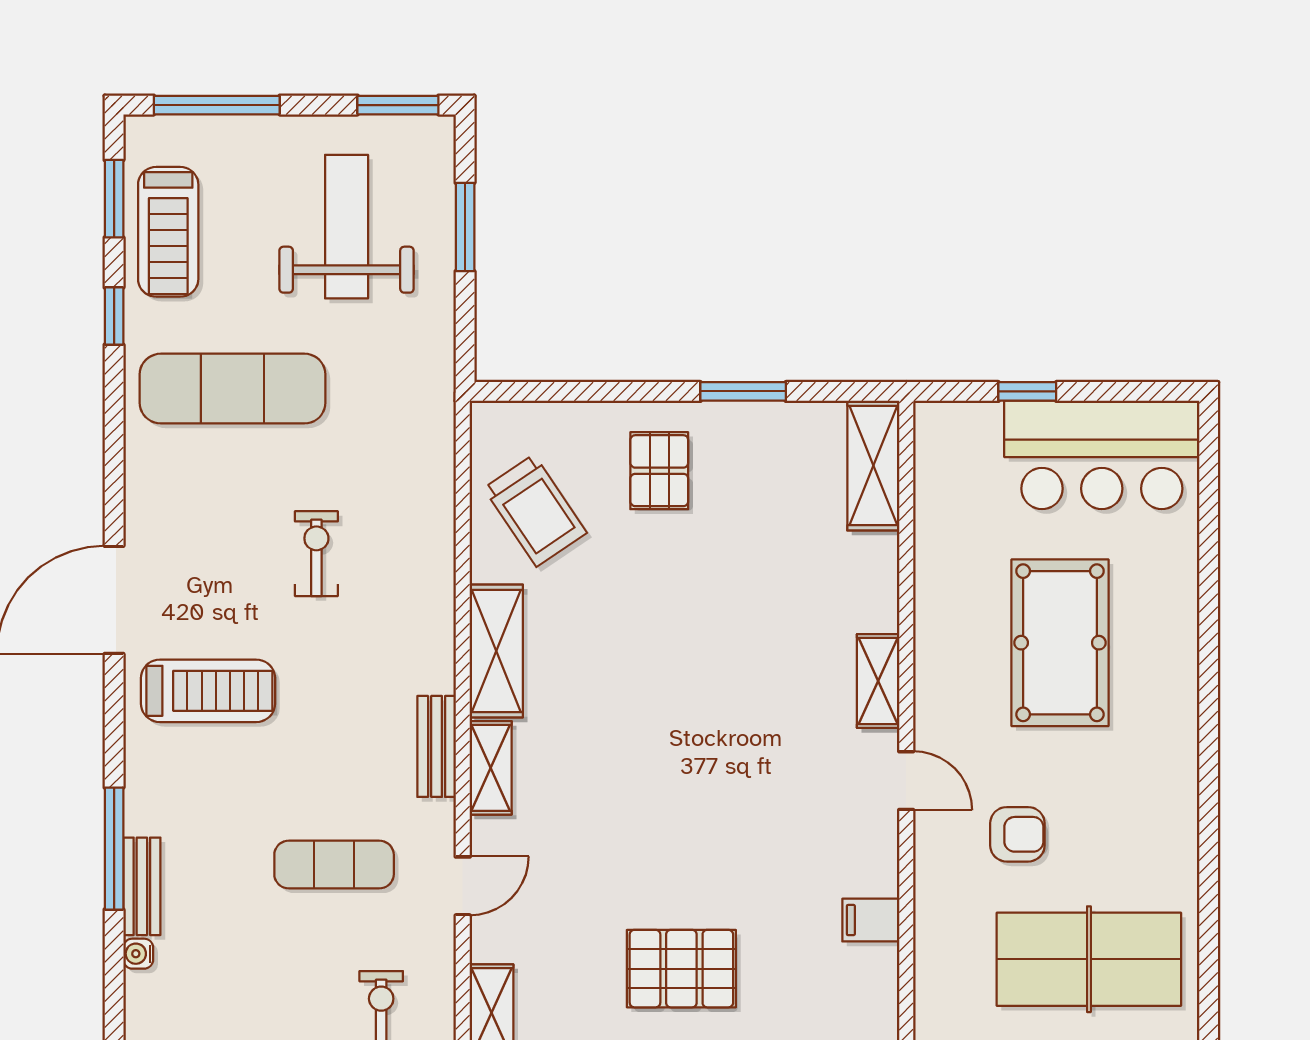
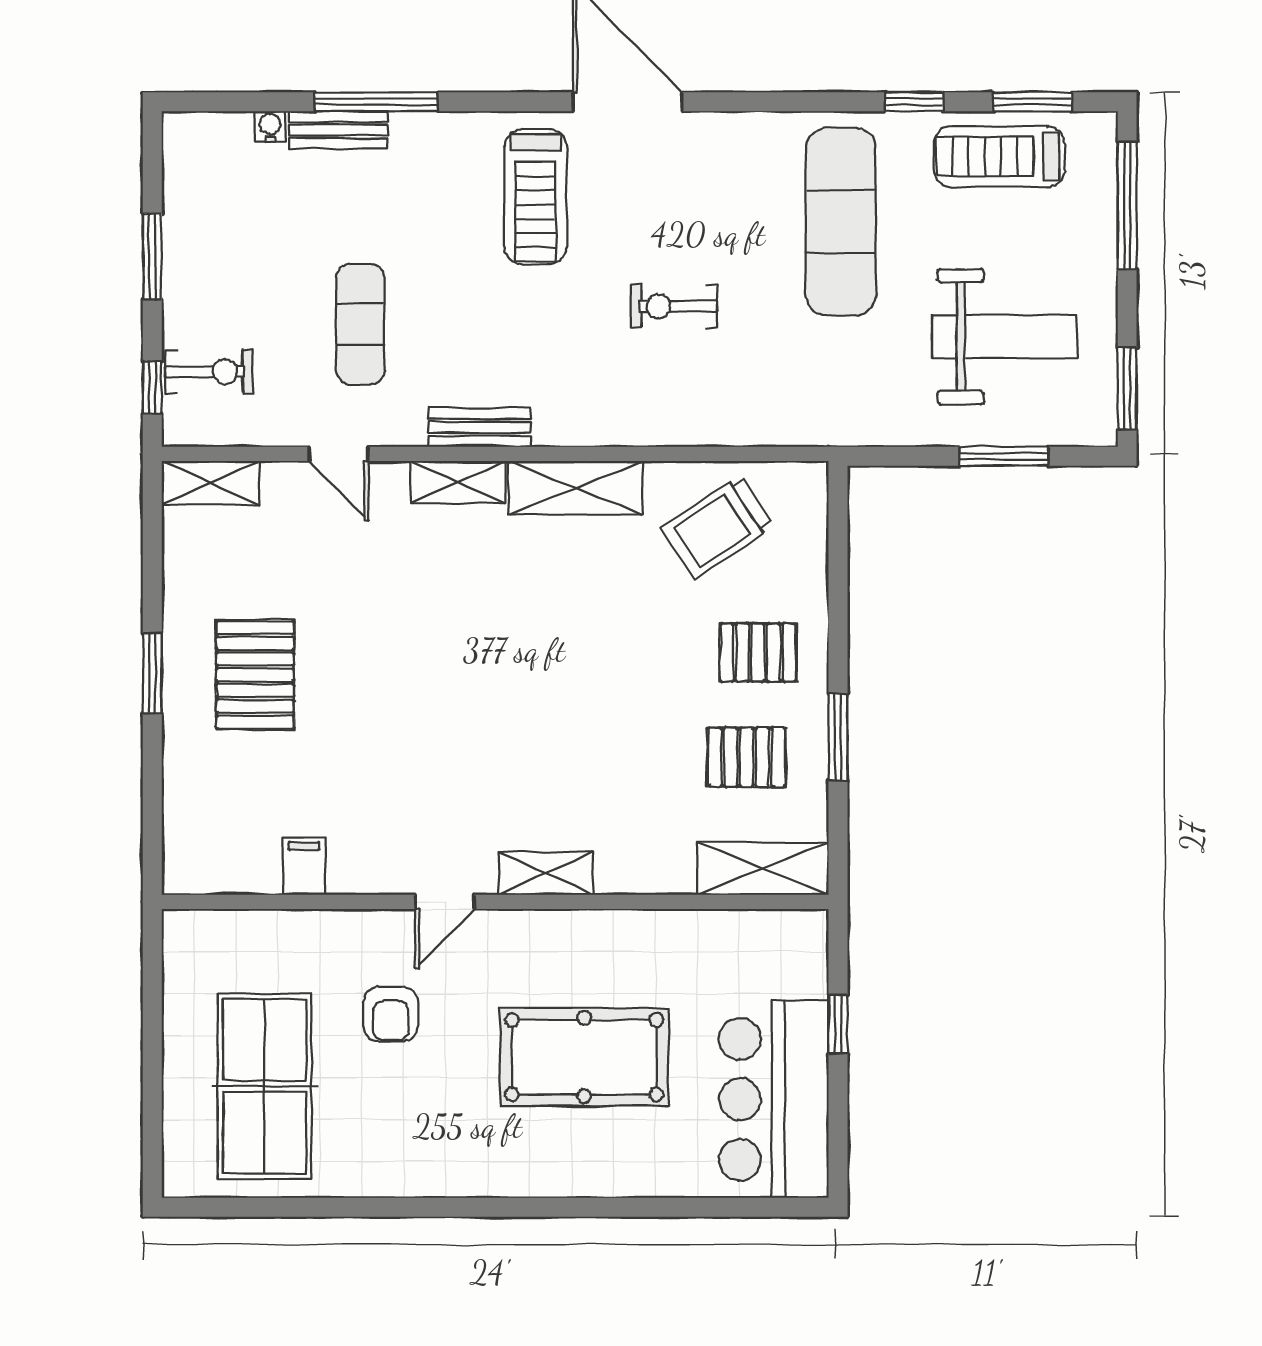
pallet: (763, 482) -> (747, 757), added
exercise bike: (316, 554) -> (674, 306), turned 180

